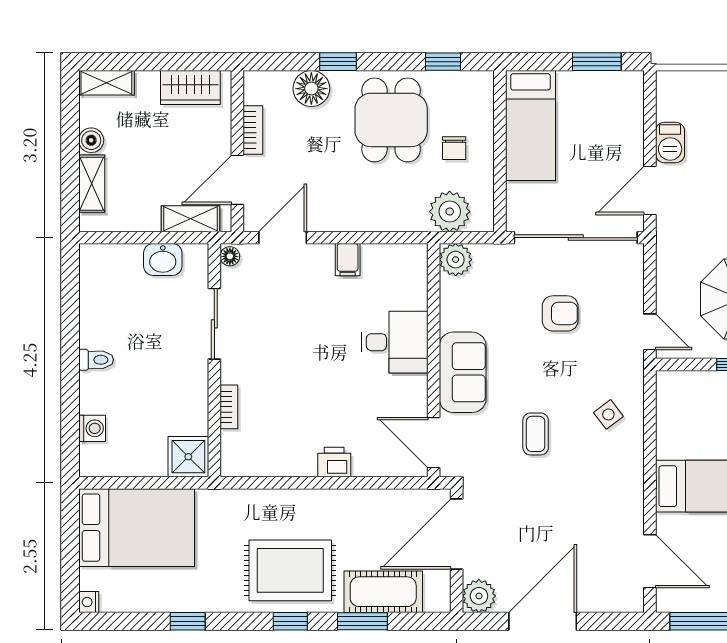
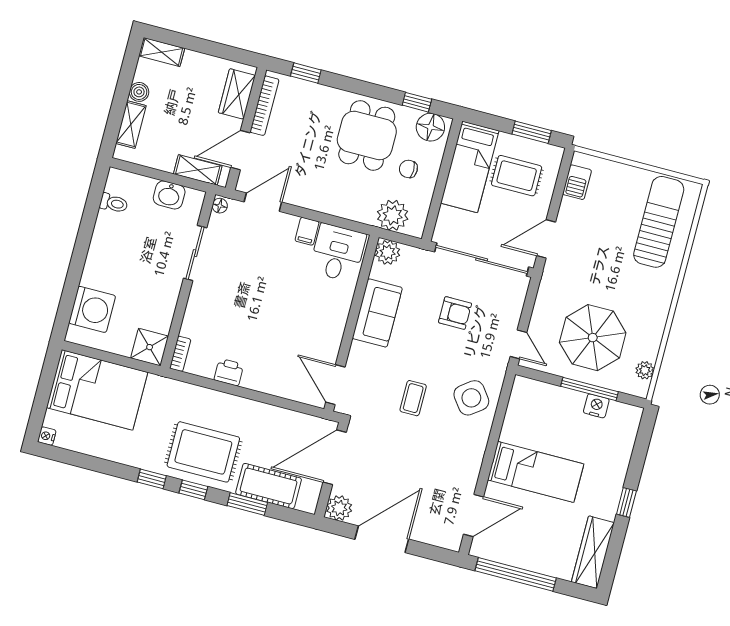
window: (338, 62) -> (306, 73), moved
wardrobe: (190, 88) -> (237, 94), moved, turned 90
floor lamp: (311, 89) -> (430, 127), moved
rug: (592, 121) -> (517, 176), added
bookcase: (253, 130) -> (264, 106), width x1.56
barbecue: (670, 143) -> (577, 182), moved
chair: (454, 148) -> (408, 169), turned 90
desk: (394, 342) -> (338, 253), moved, turned -90
toilet: (96, 360) -> (114, 203), moved
sofa: (463, 372) -> (377, 313), moved
bookcase: (229, 407) -> (180, 354), moved
side table: (608, 414) -> (471, 398), width x1.87, depth x1.87
washing machine: (92, 428) -> (92, 309), width x1.89, depth x1.89
printer: (334, 462) -> (229, 372), moved
door: (650, 561) -> (474, 515), hinge flipped
window: (188, 621) -> (152, 479), moved

